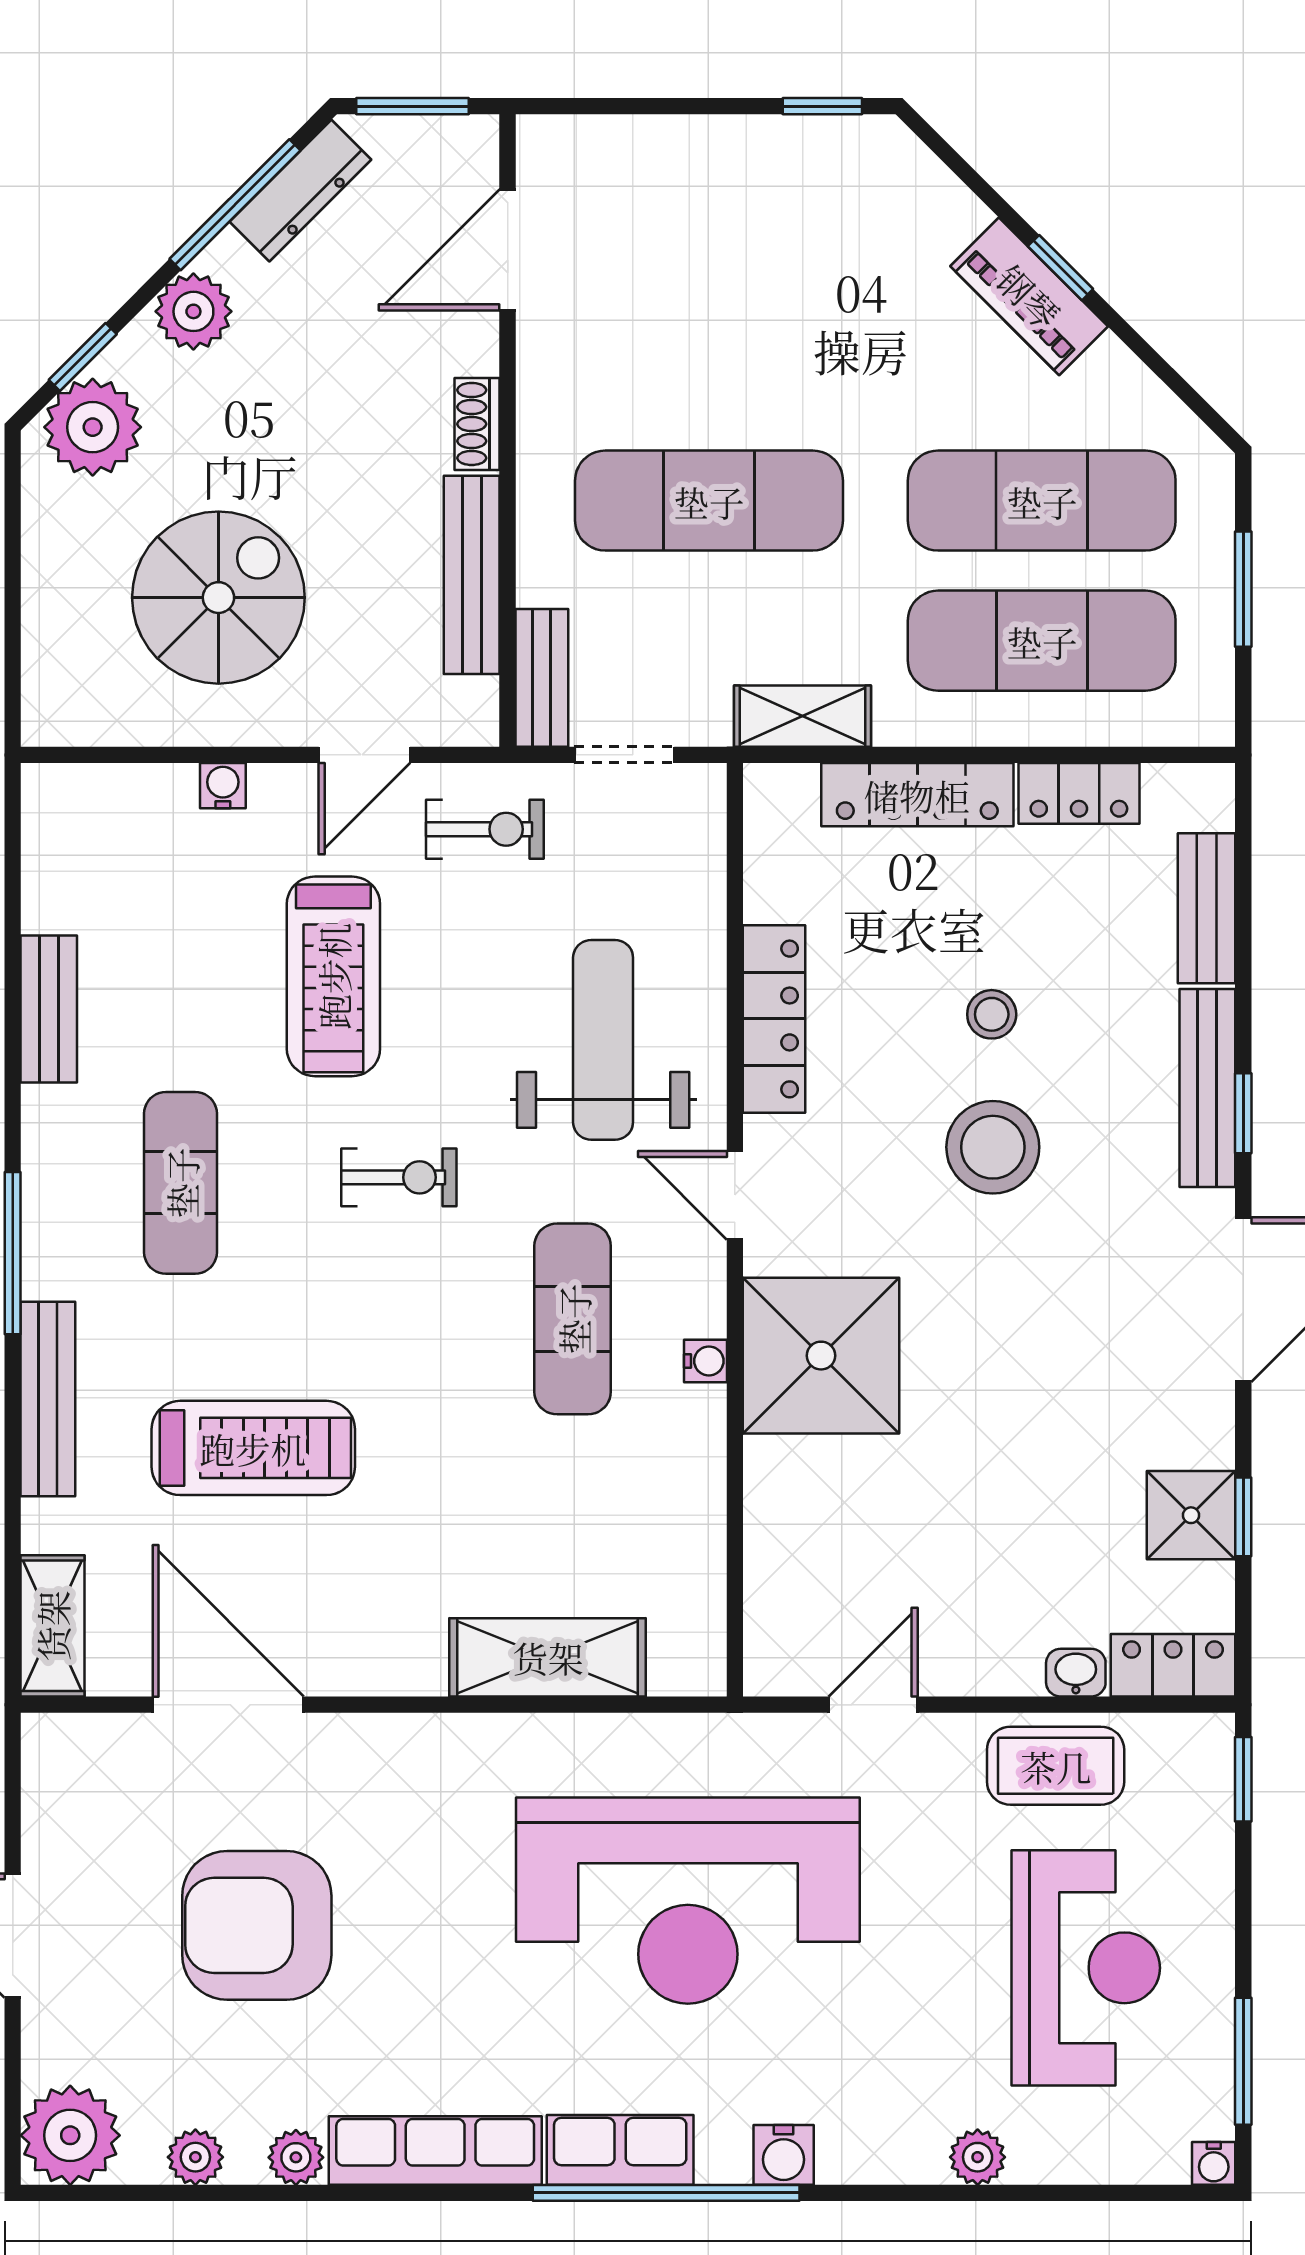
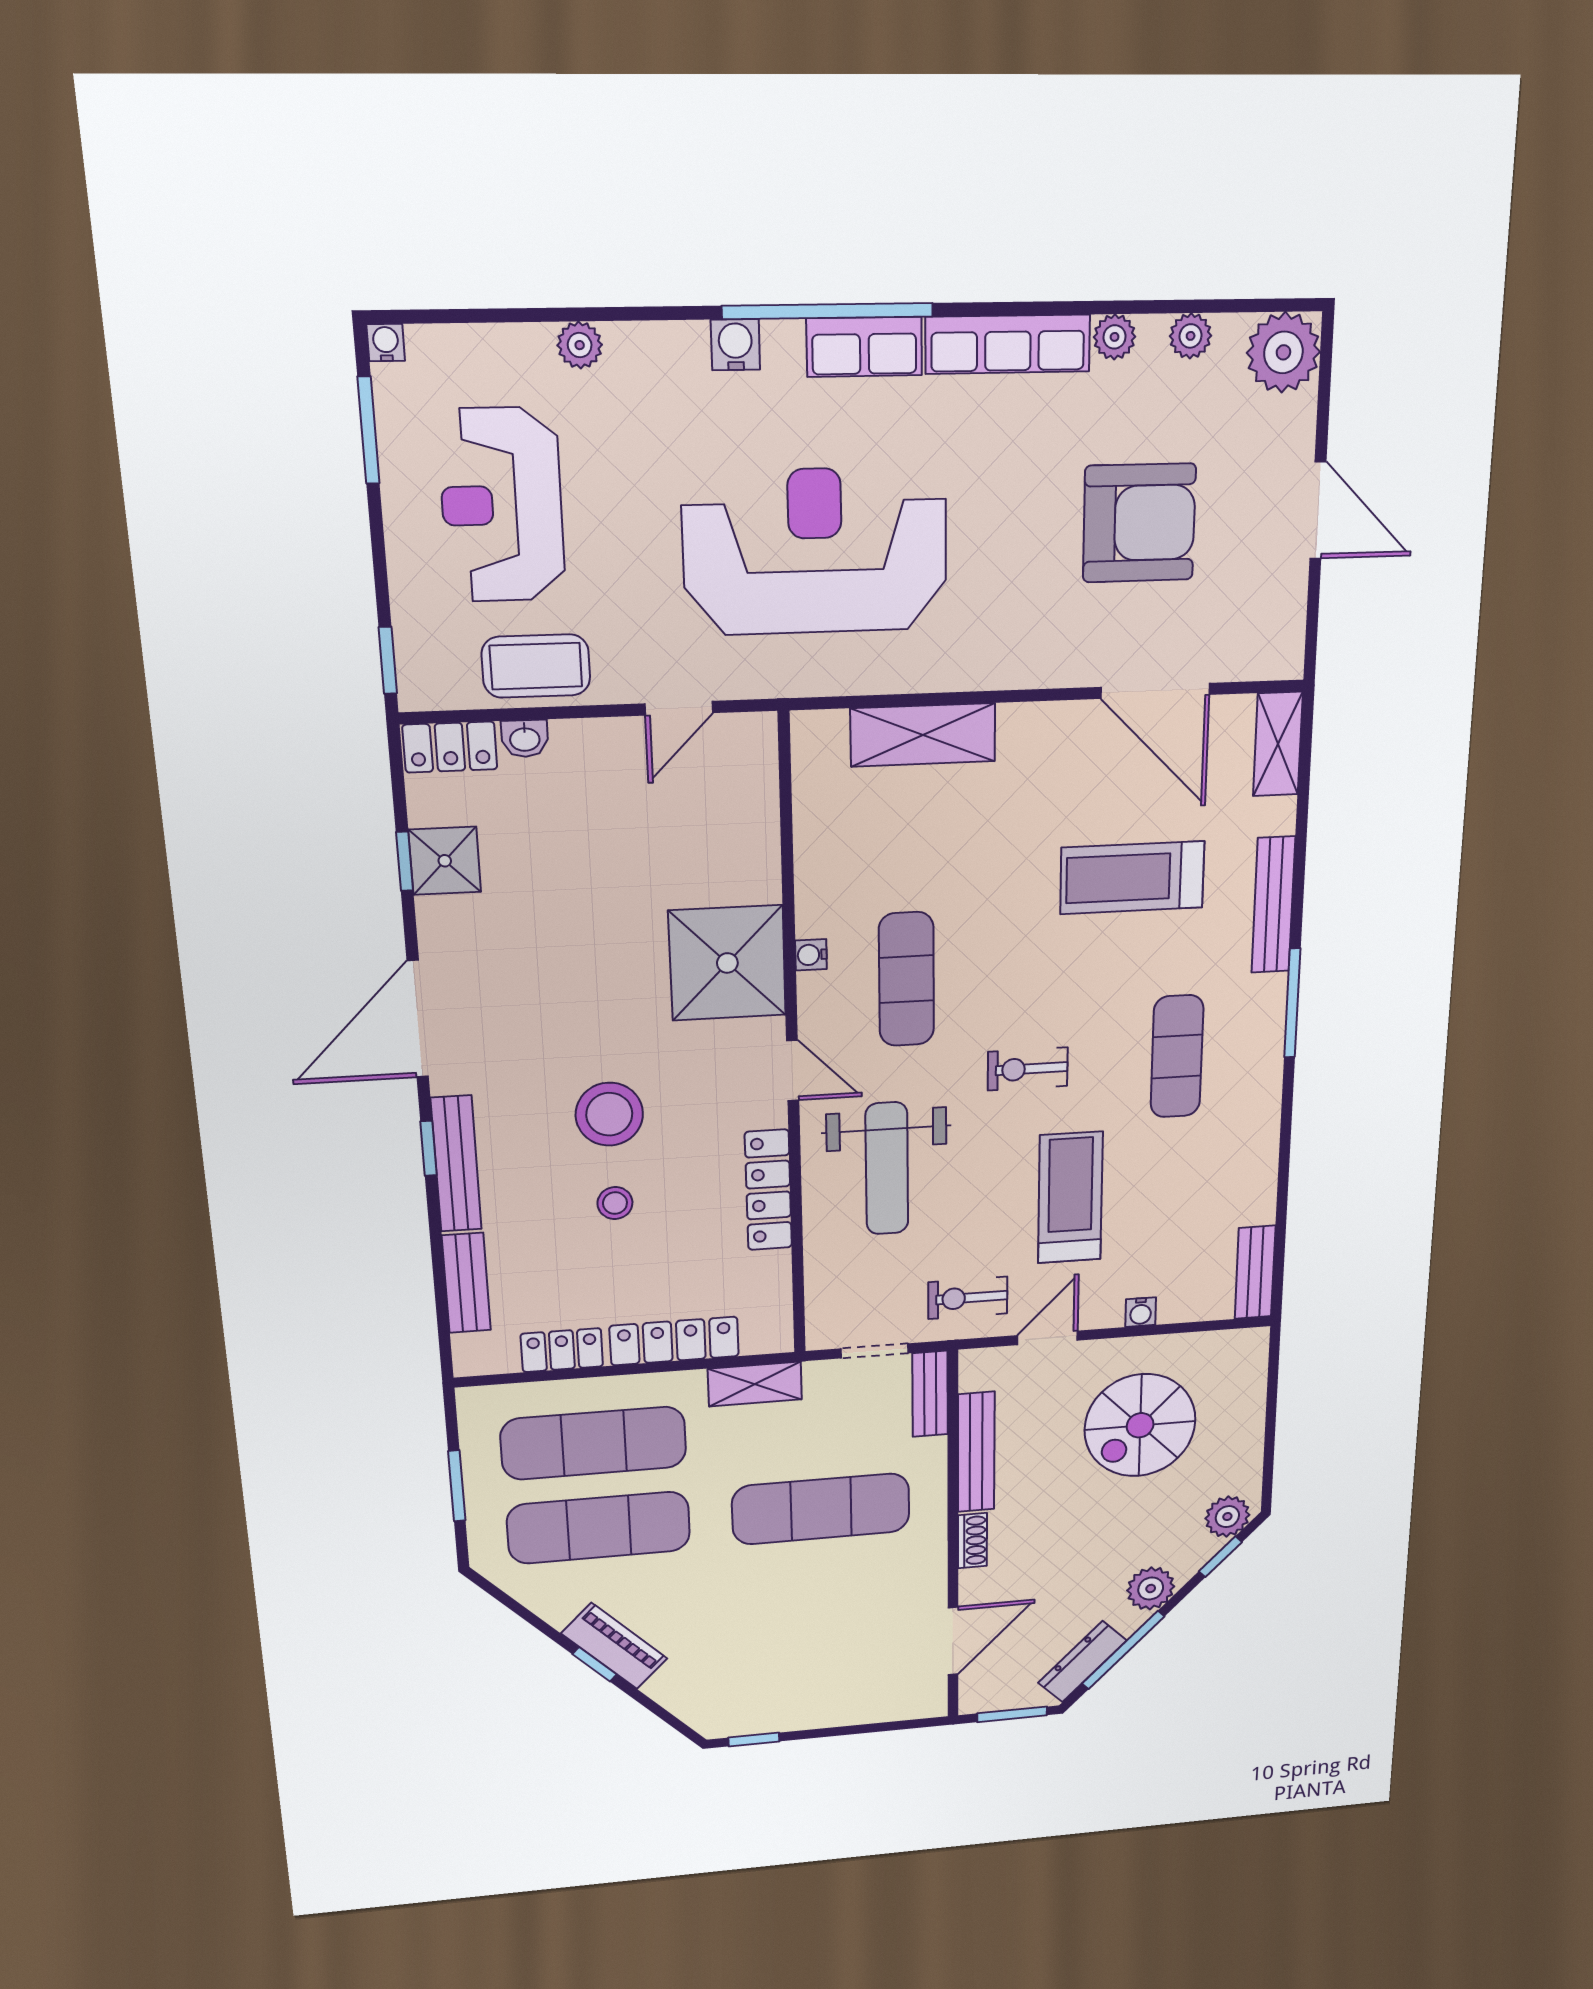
plant: (93, 427) -> (1227, 1517), width x0.73, depth x0.73
bench: (49, 1009) -> (1255, 1272), moved

